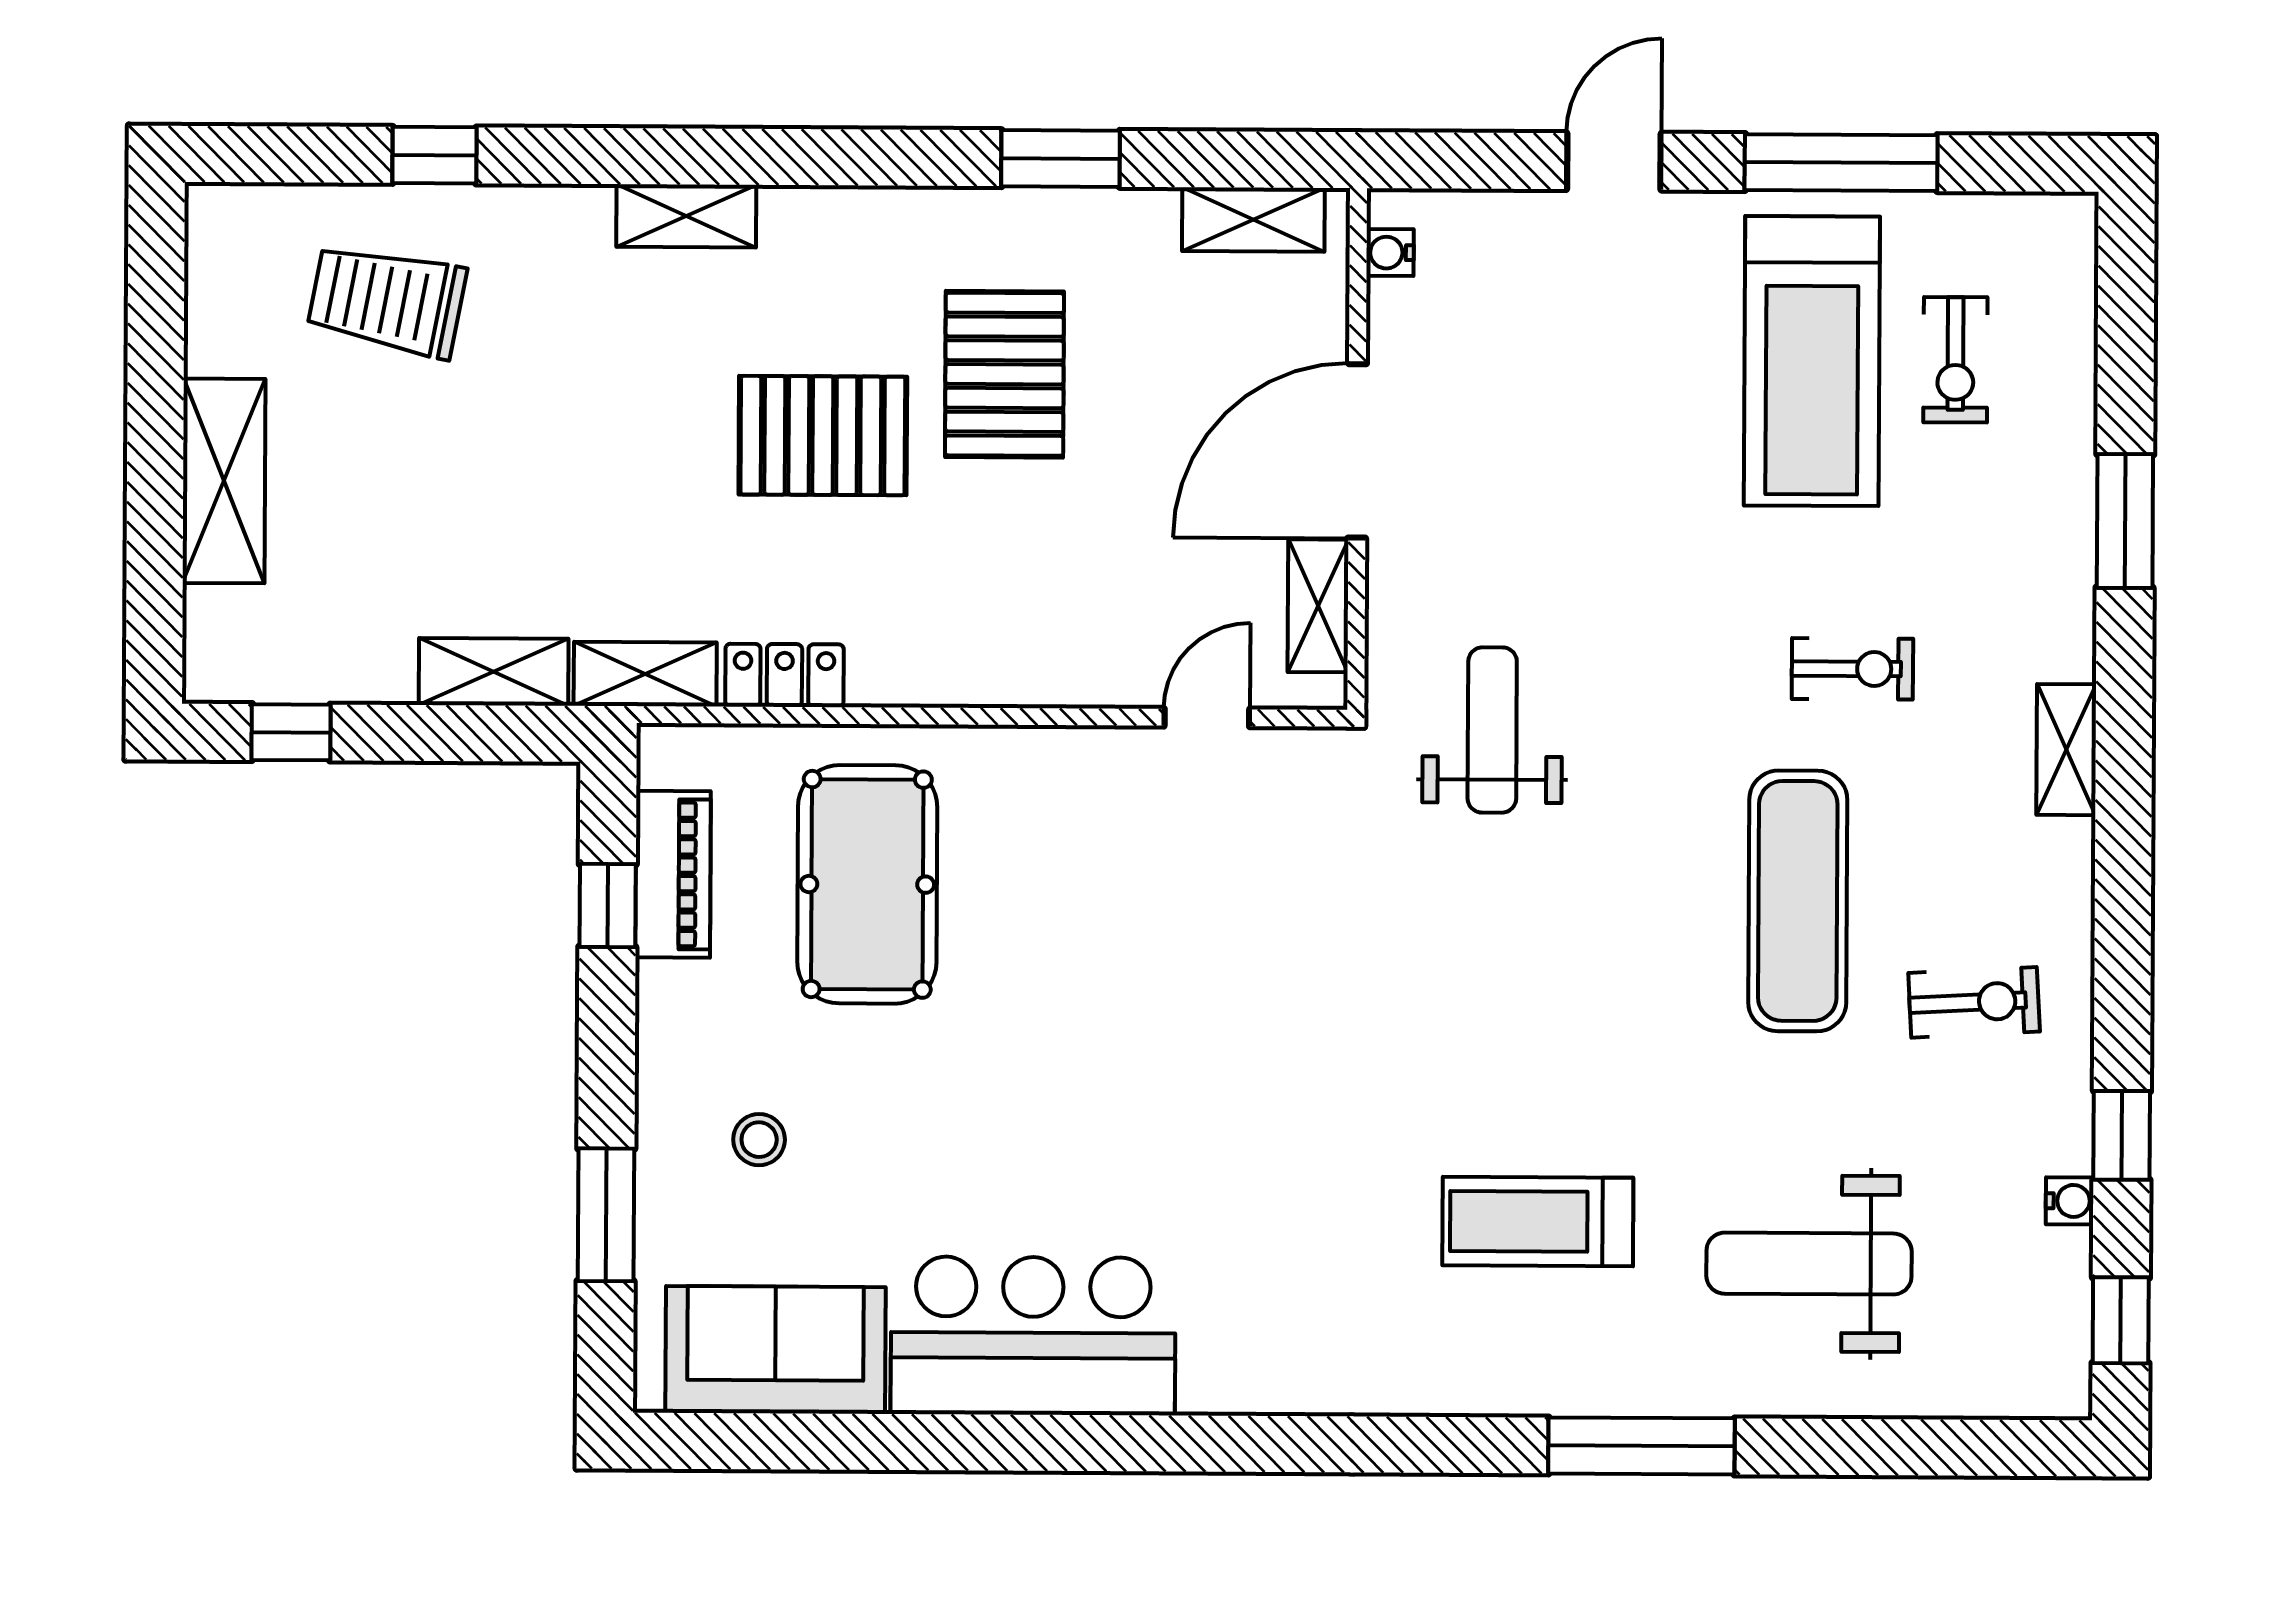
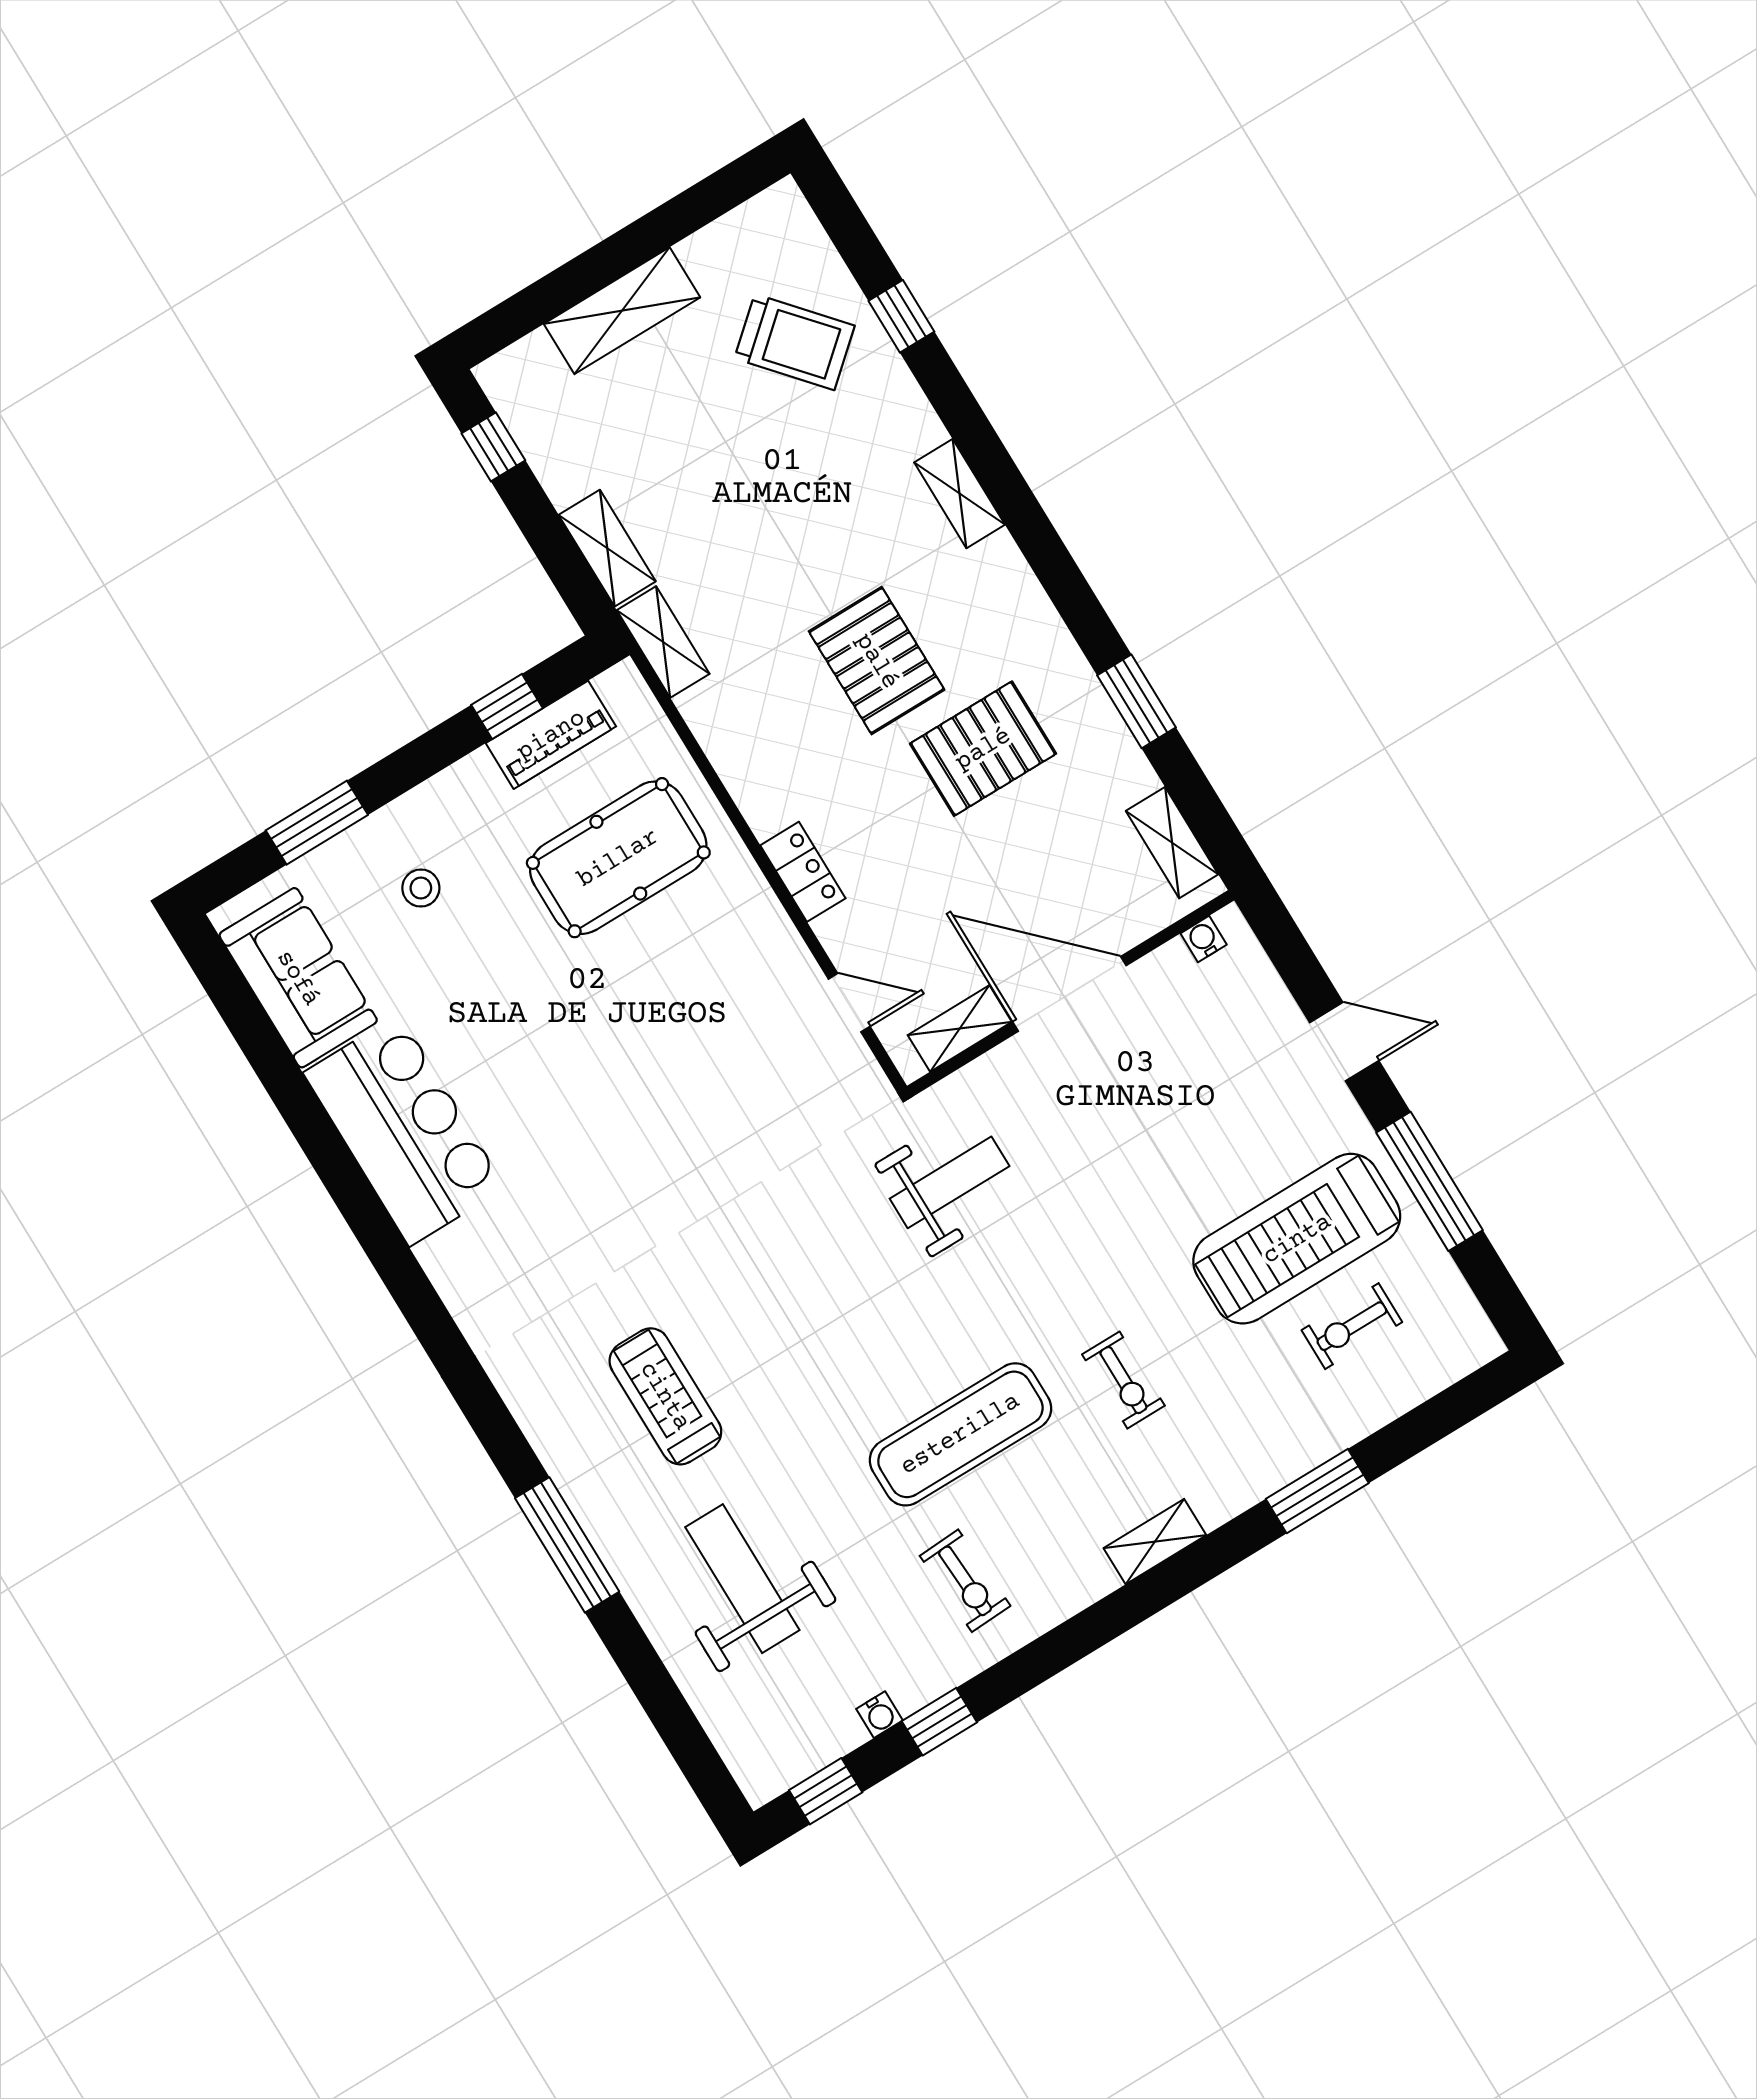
trolley: (387, 300) -> (794, 342), turned 128
locker: (784, 675) -> (803, 872), moved

